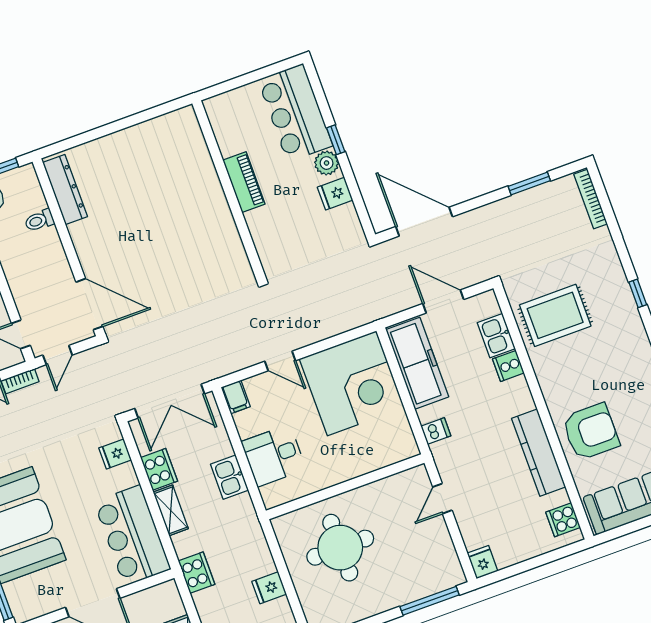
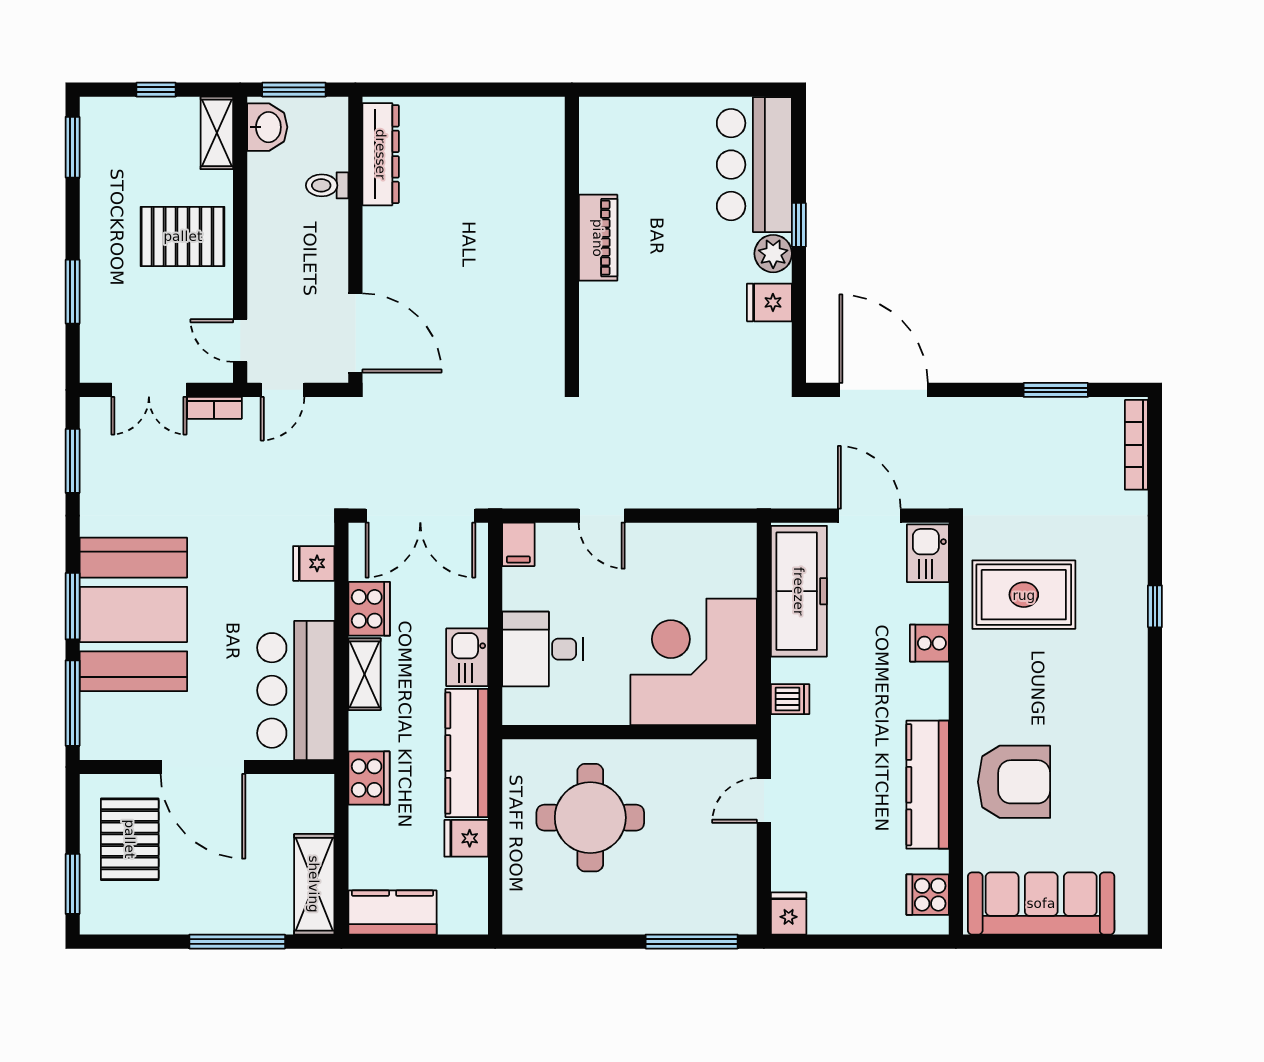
piano: (244, 182) -> (598, 238), moved
wall: (228, 189) -> (572, 240), moved
kitchen sink: (496, 336) -> (928, 553), moved
corner desk: (352, 383) -> (694, 662), moved, turned 180
kitchen counter: (251, 536) -> (467, 753), added

